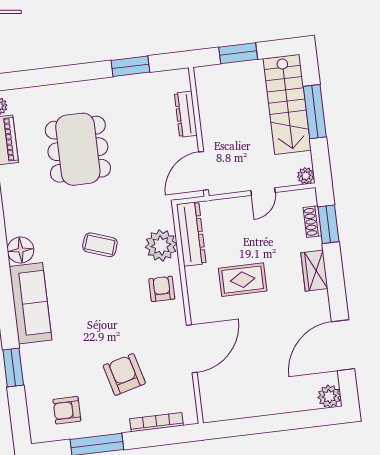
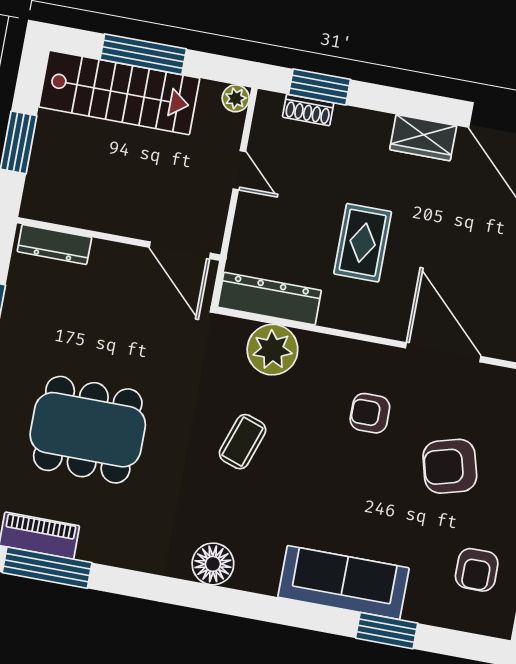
dresser: (186, 114) -> (54, 244), moved
wardrobe: (314, 271) -> (423, 138), moved
armchair: (162, 289) -> (370, 413), moved
sofa: (31, 303) -> (343, 582), moved

